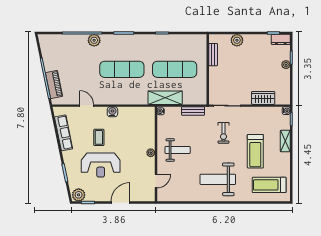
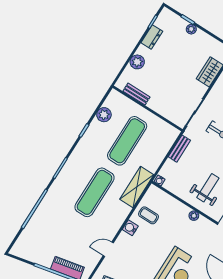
dresser: (281, 39) -> (152, 37), moved
plant: (94, 40) -> (104, 115), moved
shelving: (165, 98) -> (137, 187), moved
coffee table: (99, 137) -> (148, 215), moved

